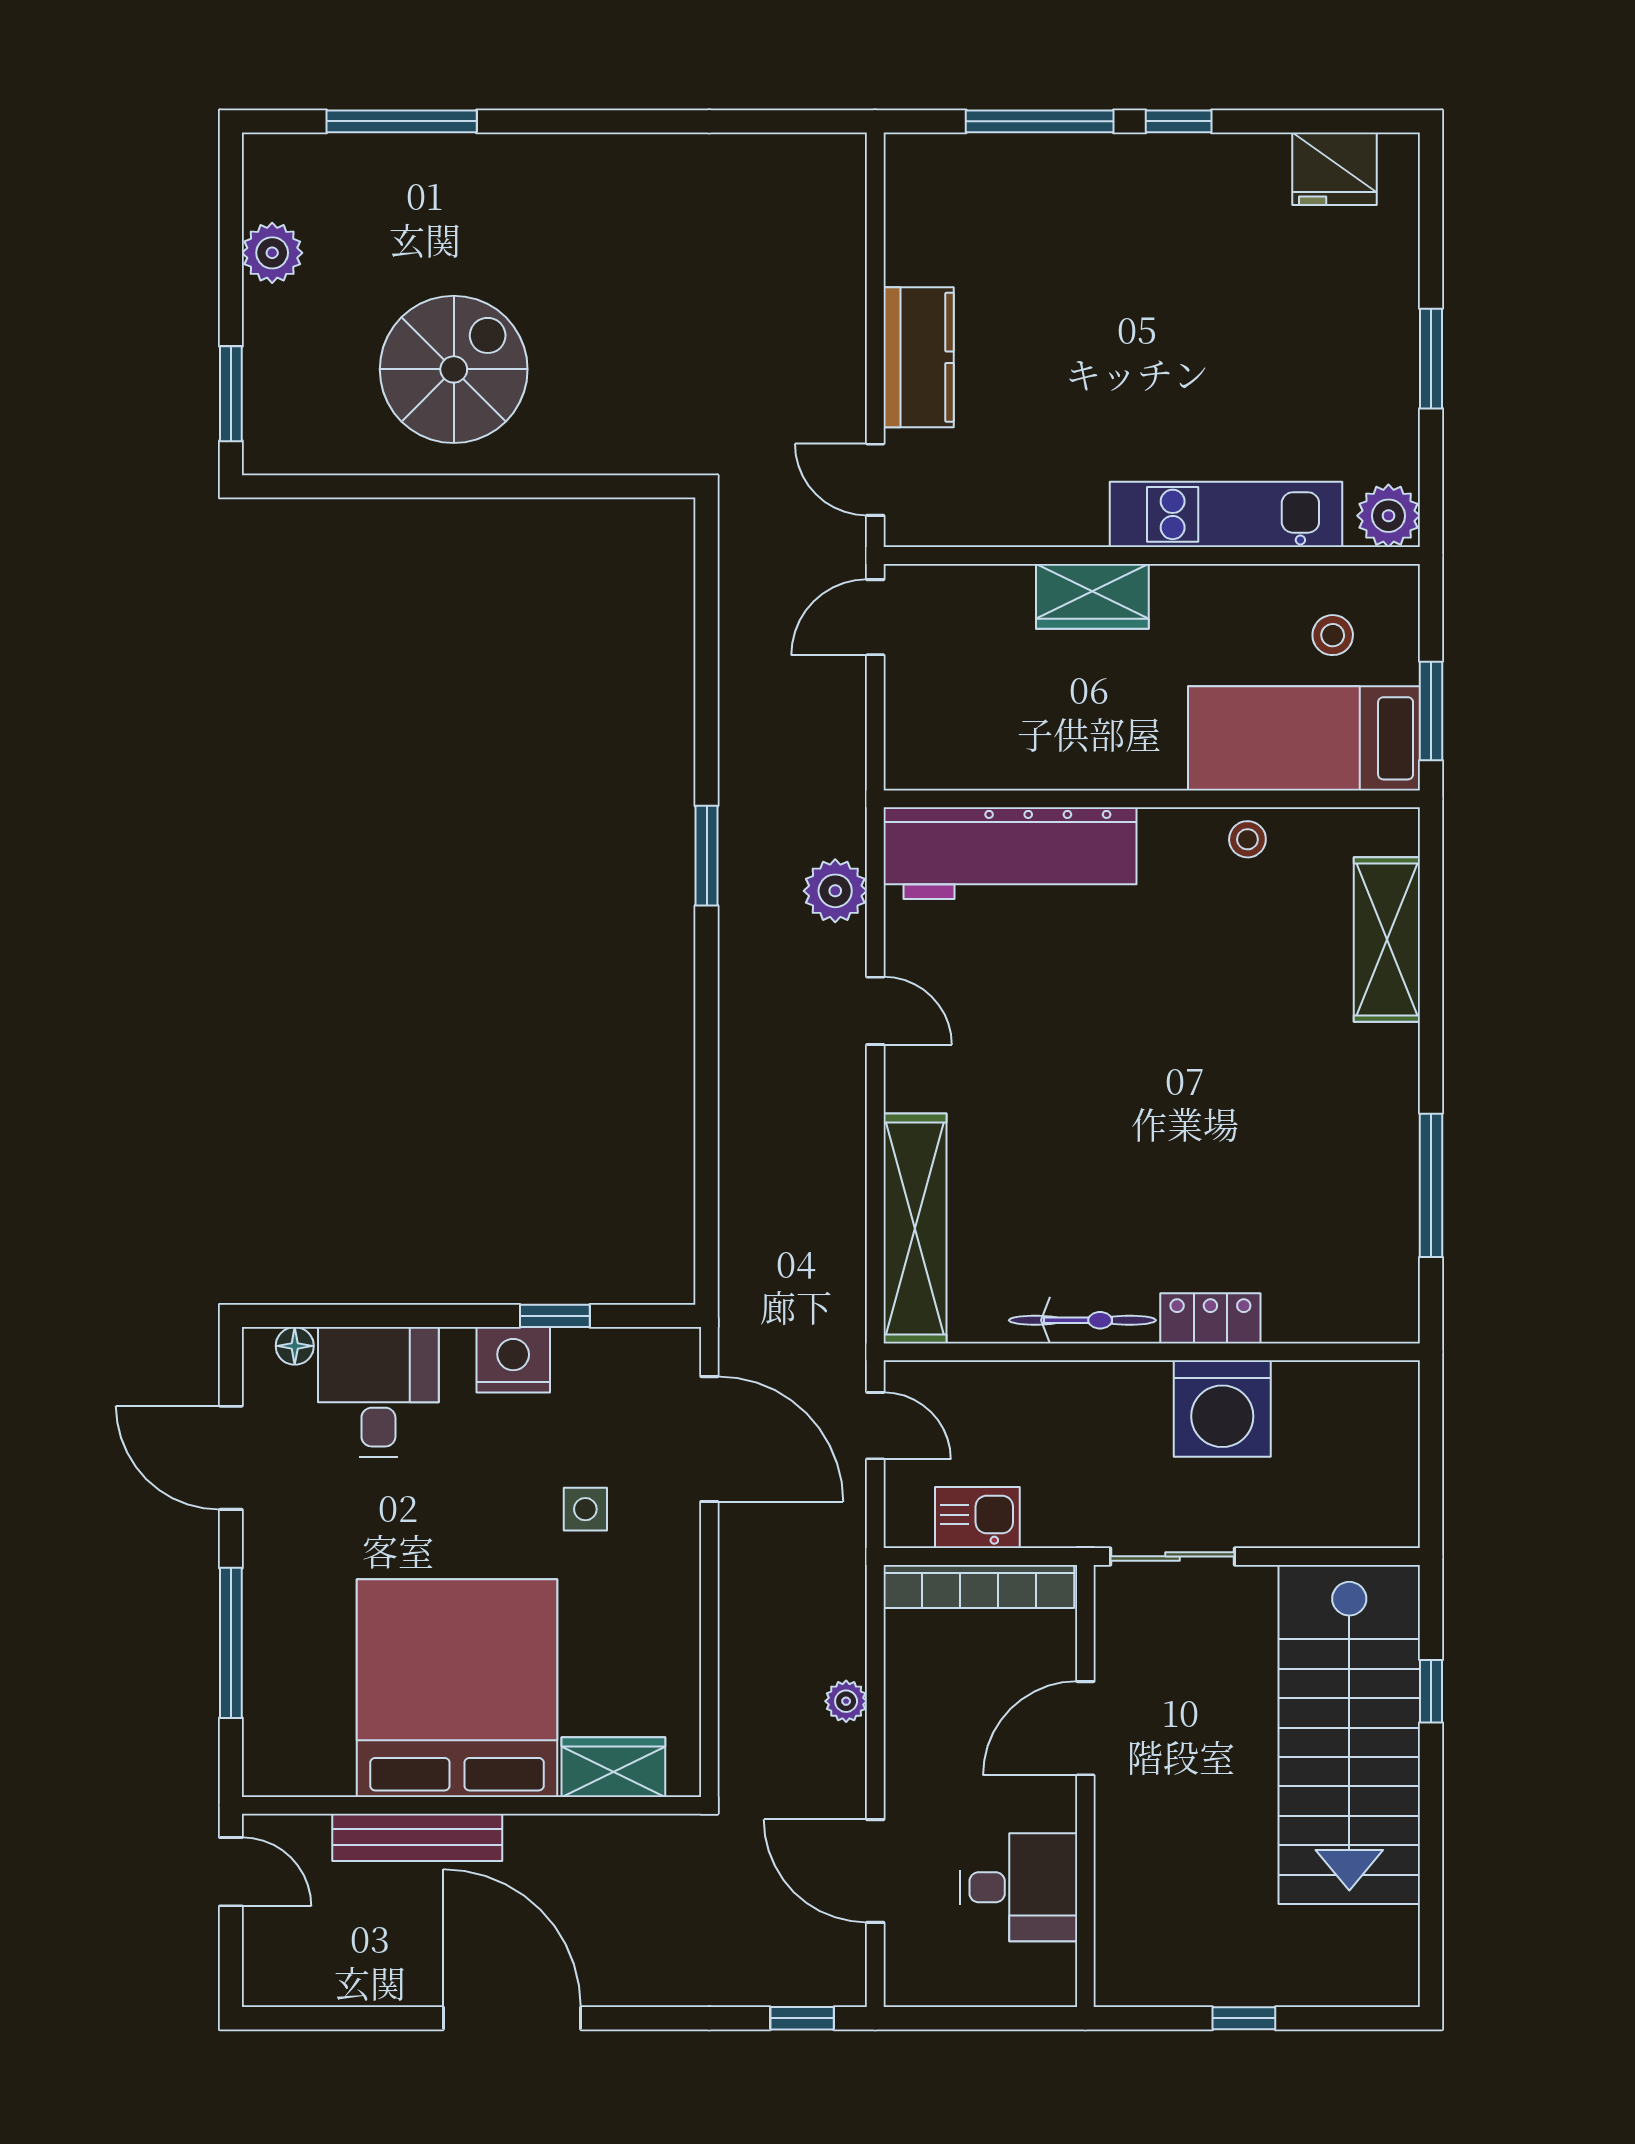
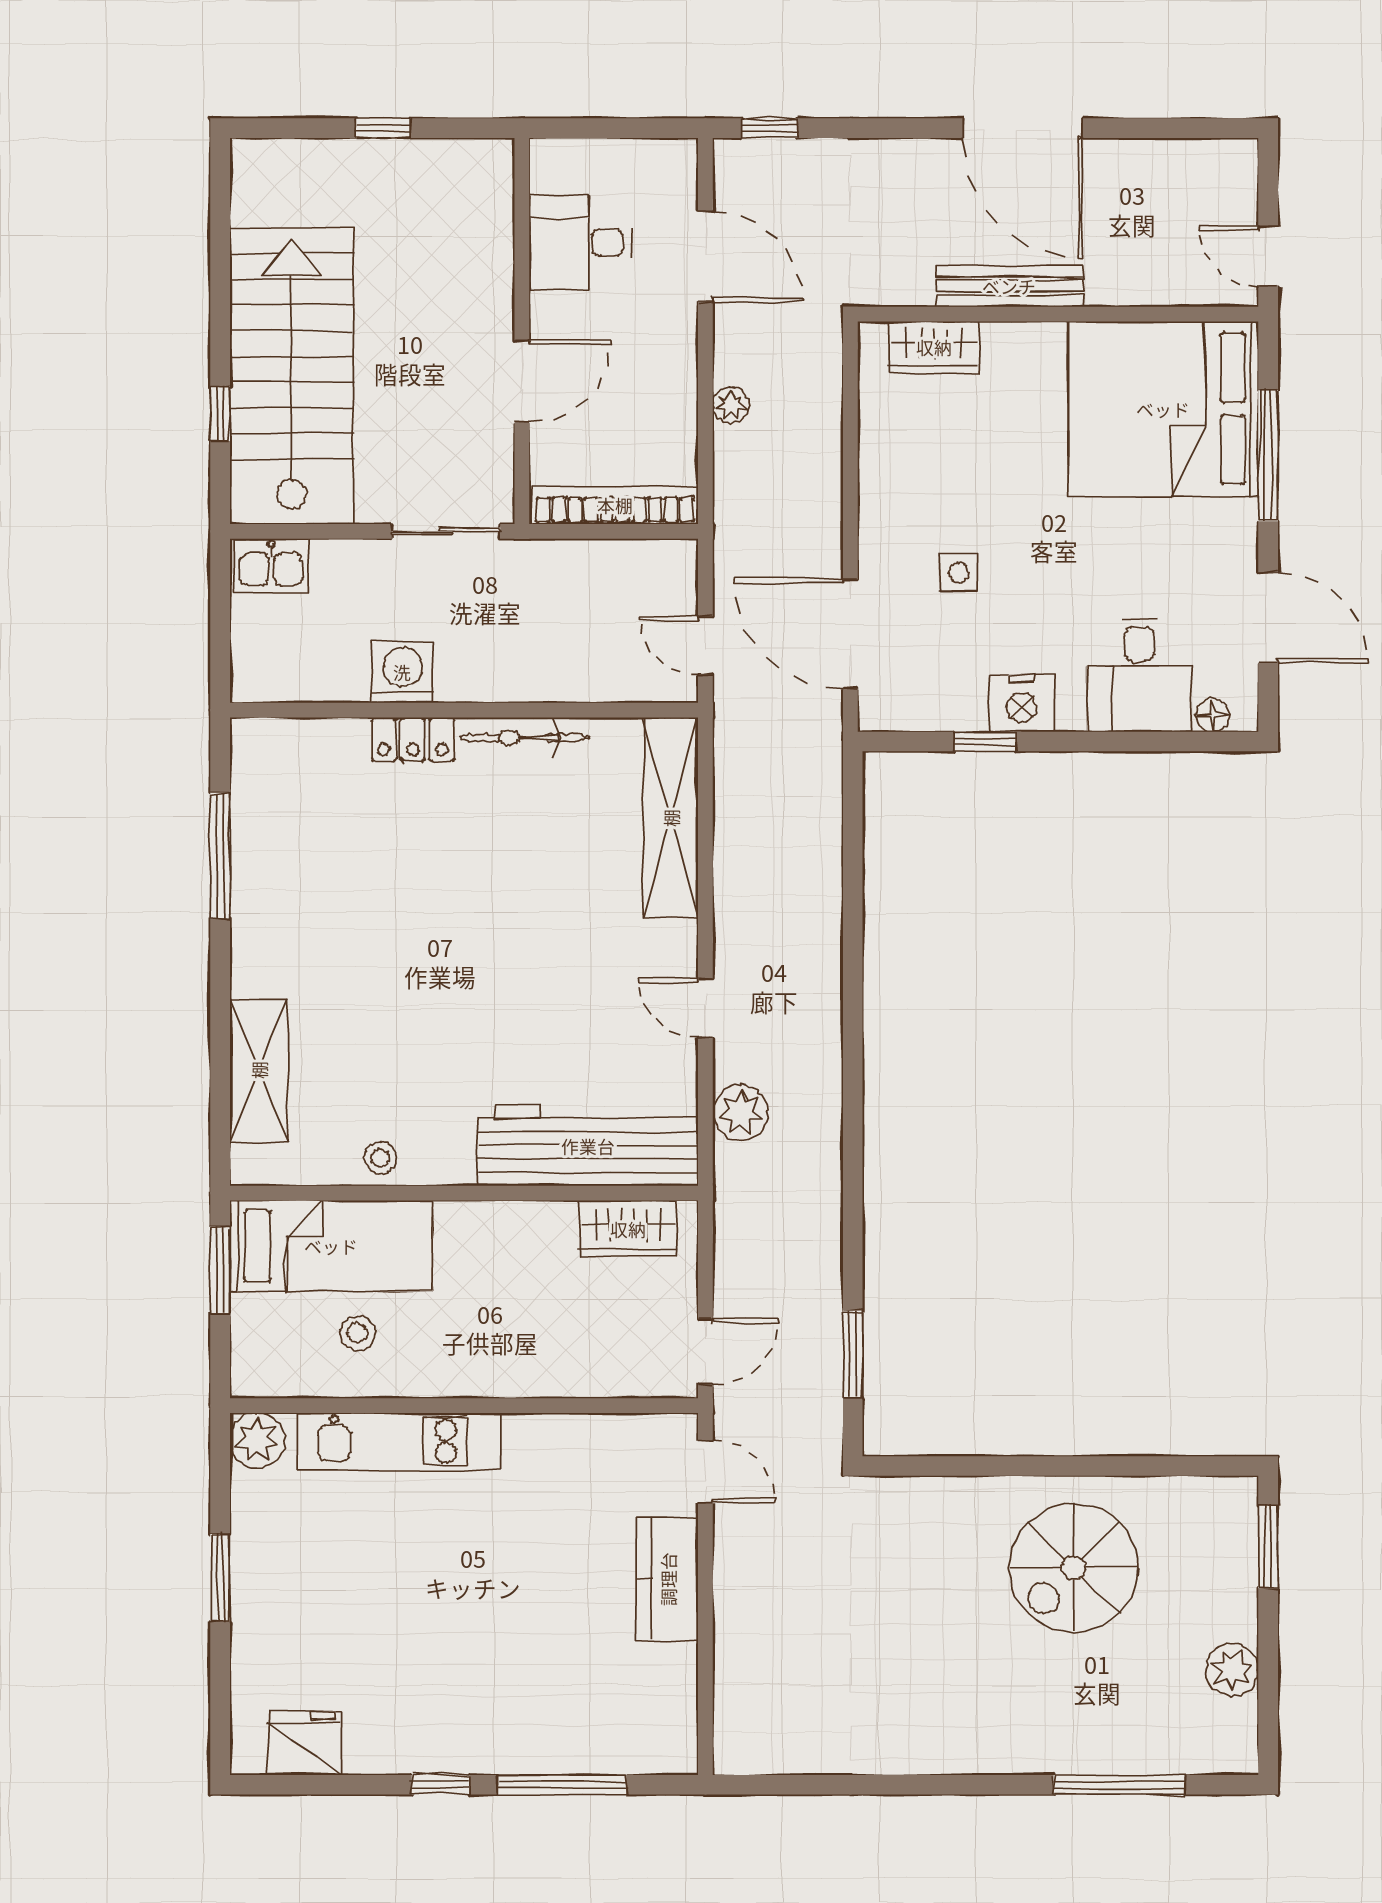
wardrobe: (1092, 596) -> (628, 1229), moved, turned 180
stool: (1333, 635) -> (357, 1333), moved
window: (707, 856) -> (853, 1354), moved
washing machine: (1222, 1409) -> (402, 672), width x0.73, depth x0.73
kitchen sink: (977, 1518) -> (271, 565), moved
bed: (457, 1688) -> (1163, 409), moved, turned 90
bench: (417, 1837) -> (1009, 286), moved

